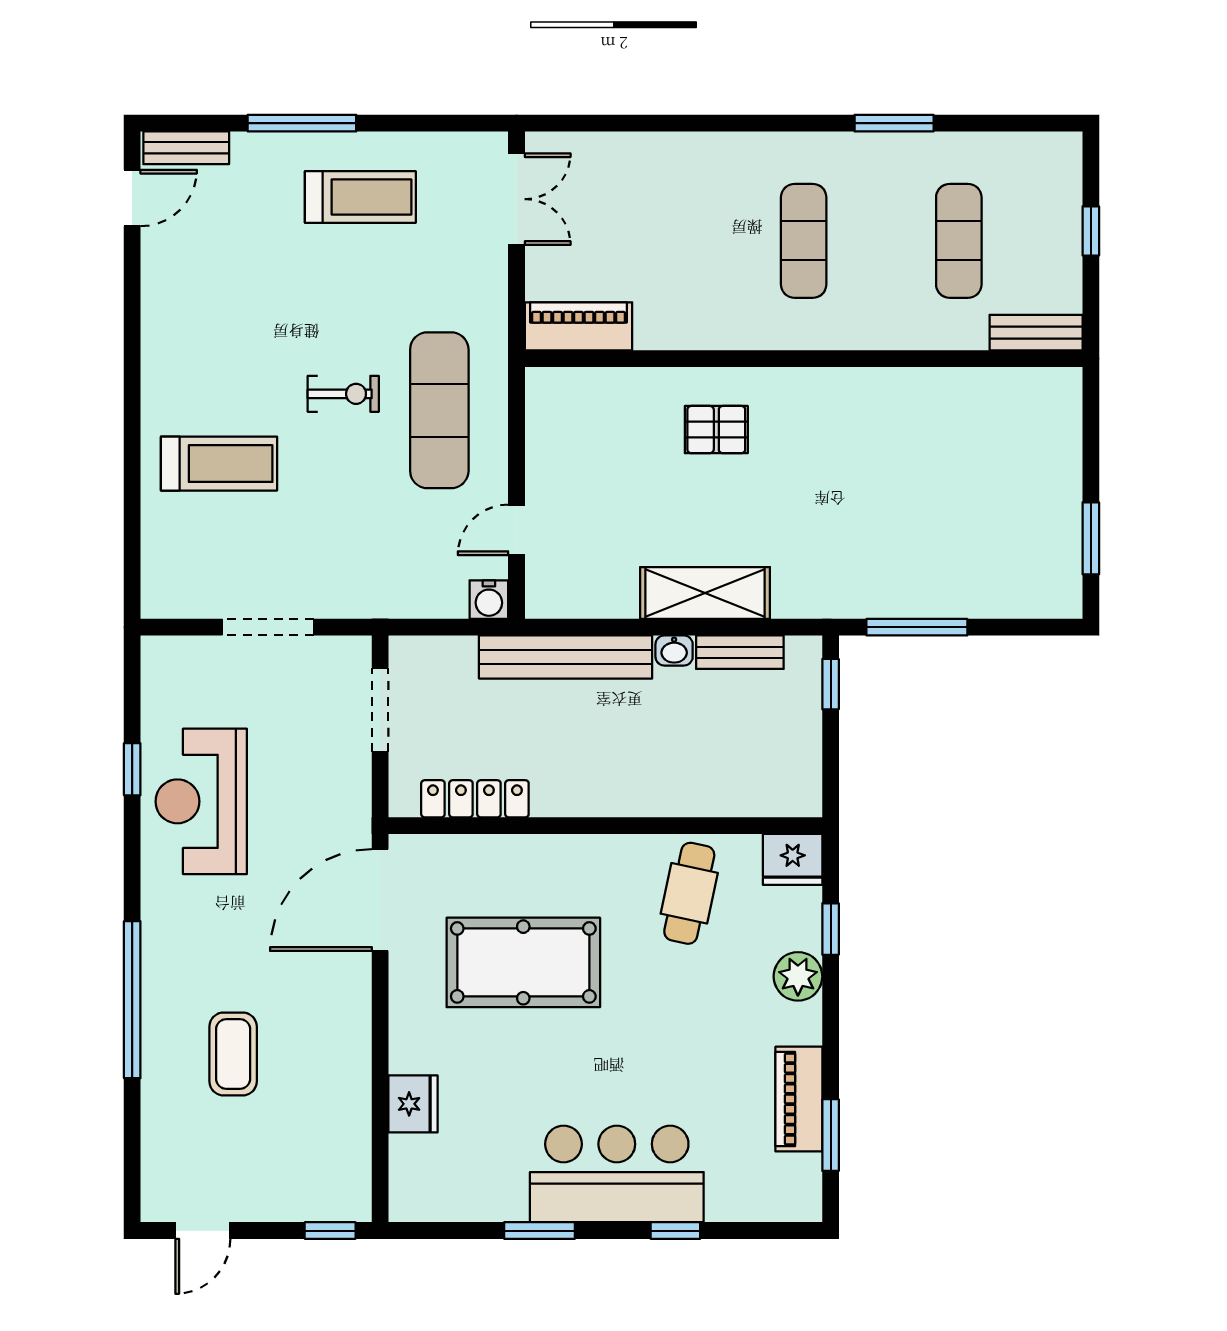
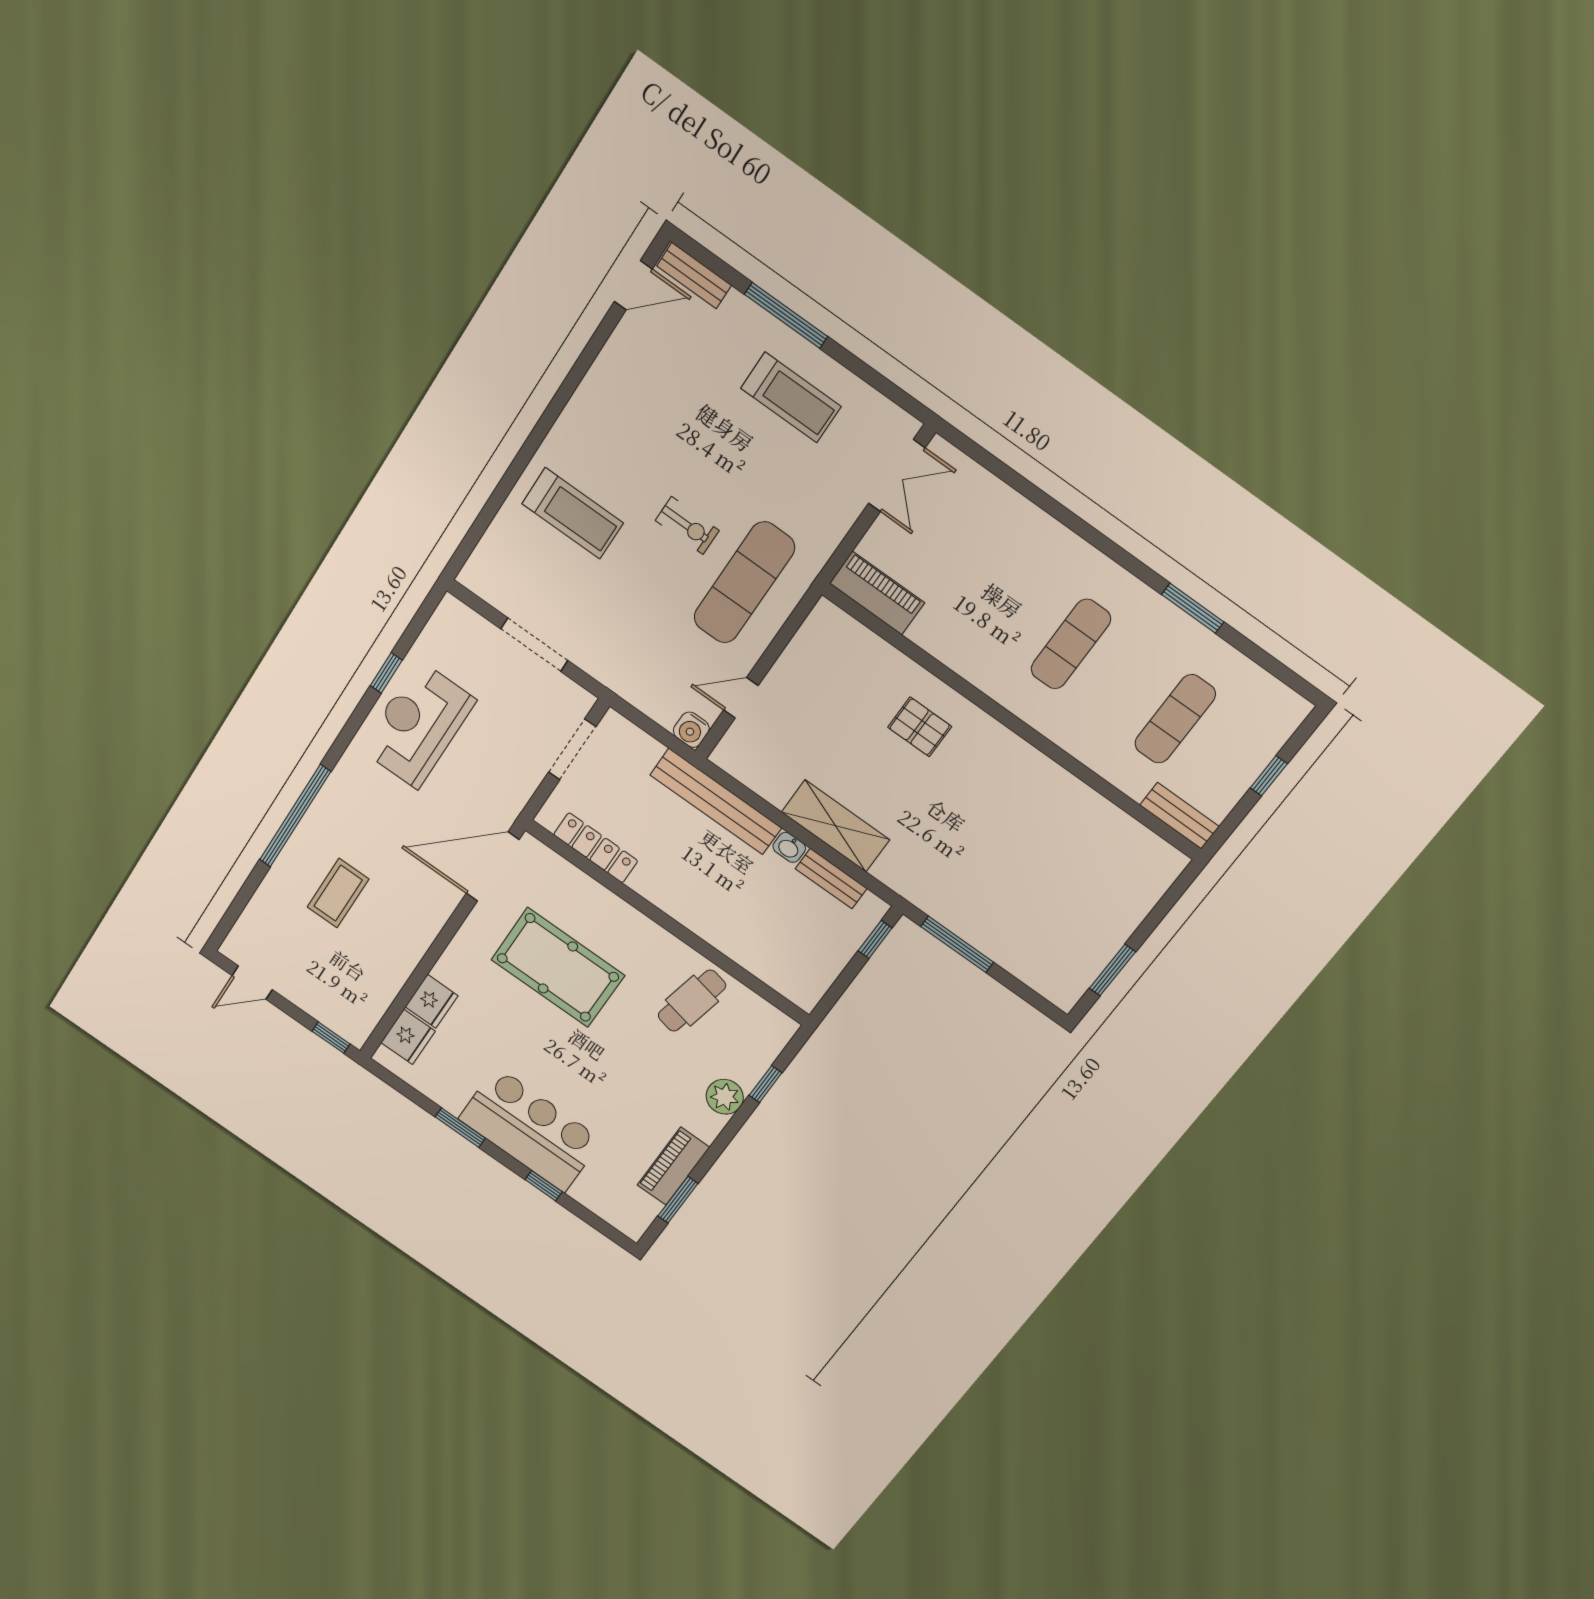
fridge: (793, 859) -> (408, 1037), moved, turned -90

